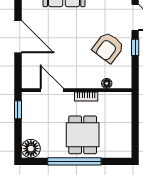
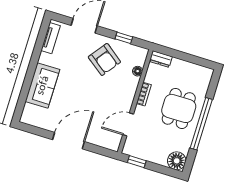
window: (135, 47) -> (124, 38), moved
dresser: (126, 102) -> (161, 59), added
dining table: (83, 135) -> (179, 108), turned 90

